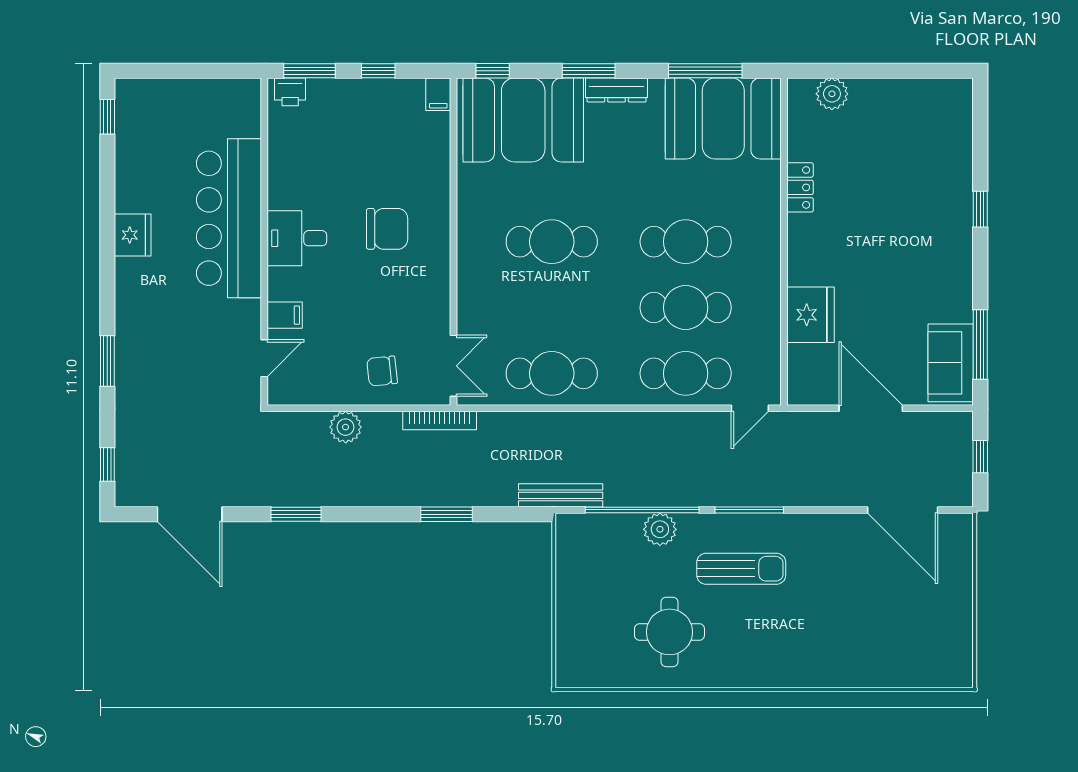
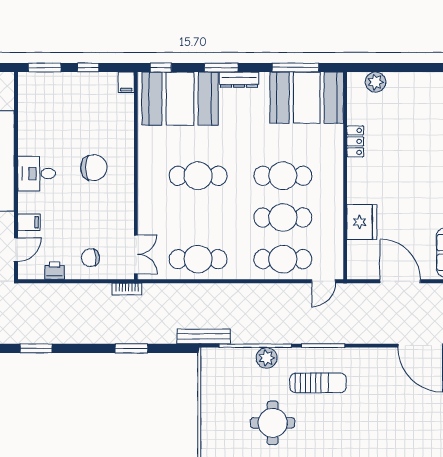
printer: (290, 92) -> (55, 271), moved, turned 180
bookcase: (440, 421) -> (127, 289), width x0.64
plant: (346, 427) -> (67, 293), removed

